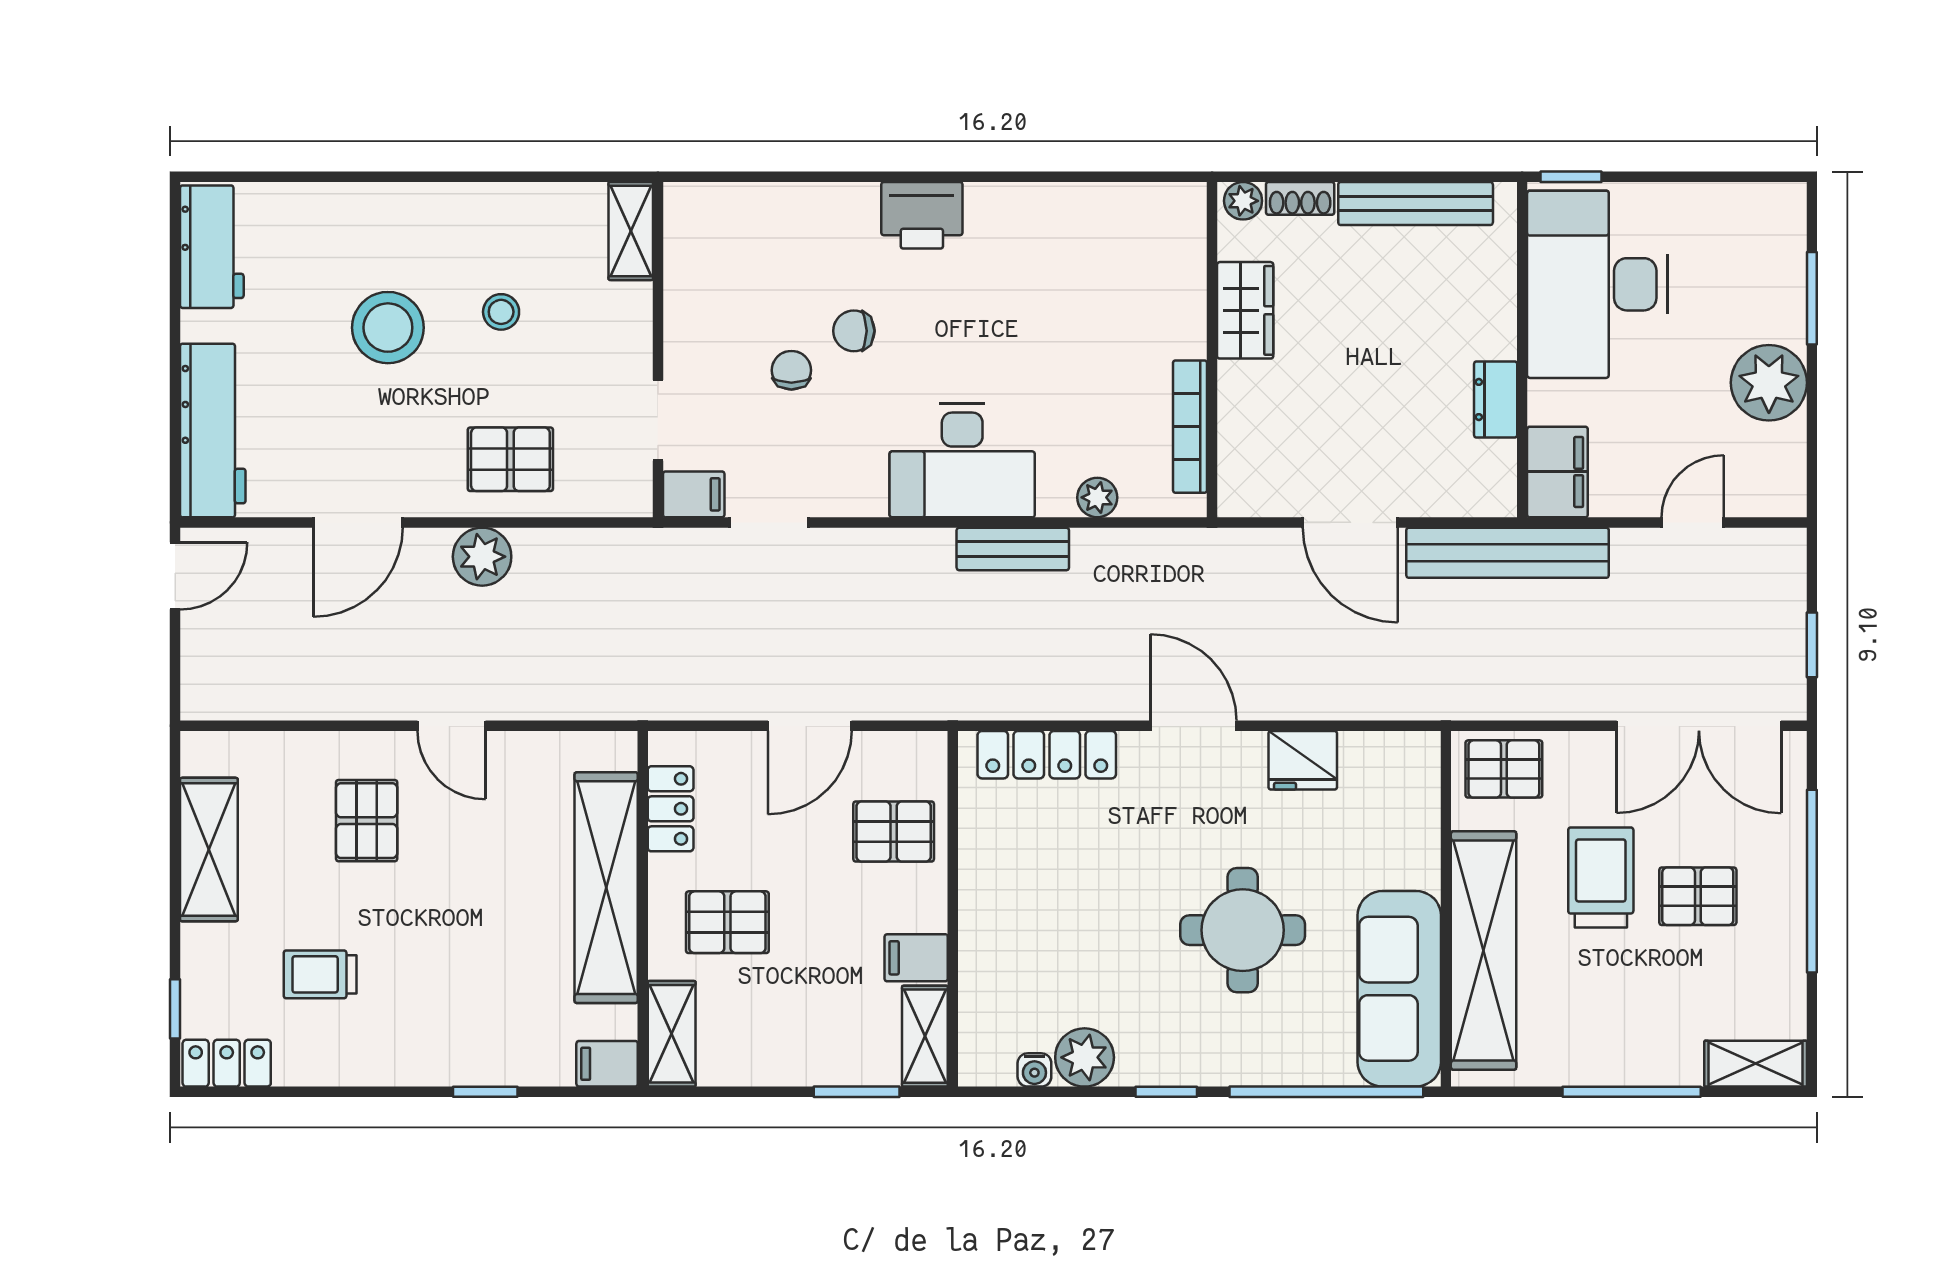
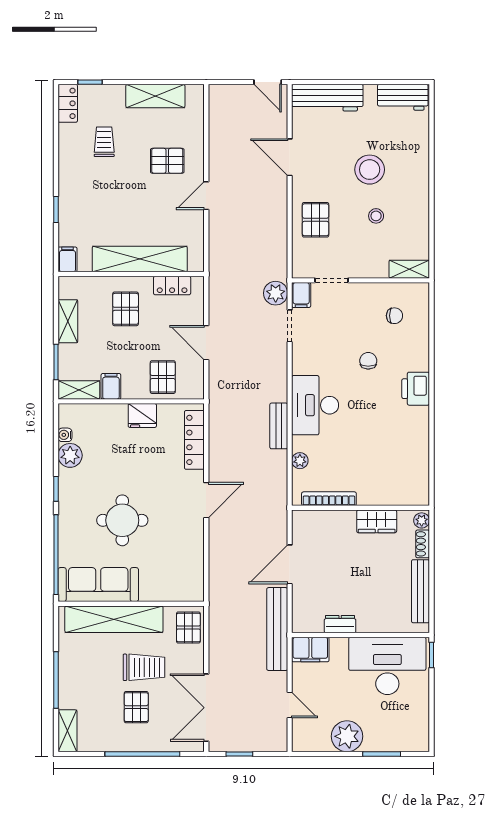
chair: (791, 370) -> (394, 316), moved
plant: (482, 557) -> (276, 293), moved
fridge: (1303, 760) -> (142, 416), moved, turned -90
shelving: (672, 1034) -> (68, 321), moved, turned 90

